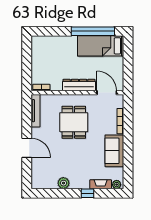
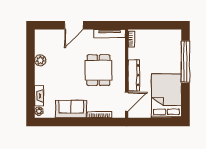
window: (93, 31) -> (185, 62), moved
bed: (101, 46) -> (166, 96), width x1.50
dining table: (74, 122) -> (98, 70), turned 90
window: (87, 193) -> (30, 83), removed

